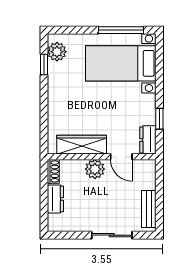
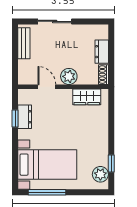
dresser: (148, 140) -> (25, 117), moved
wardrobe: (82, 145) -> (87, 97), width x0.67

